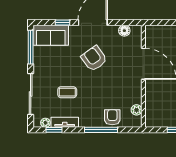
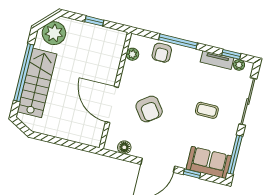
armchair: (94, 58) -> (149, 109), moved
coffee table: (67, 92) -> (207, 110), moved

